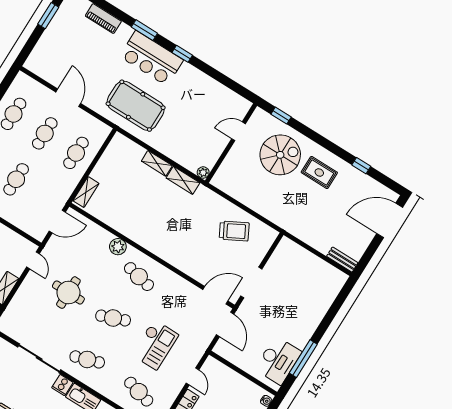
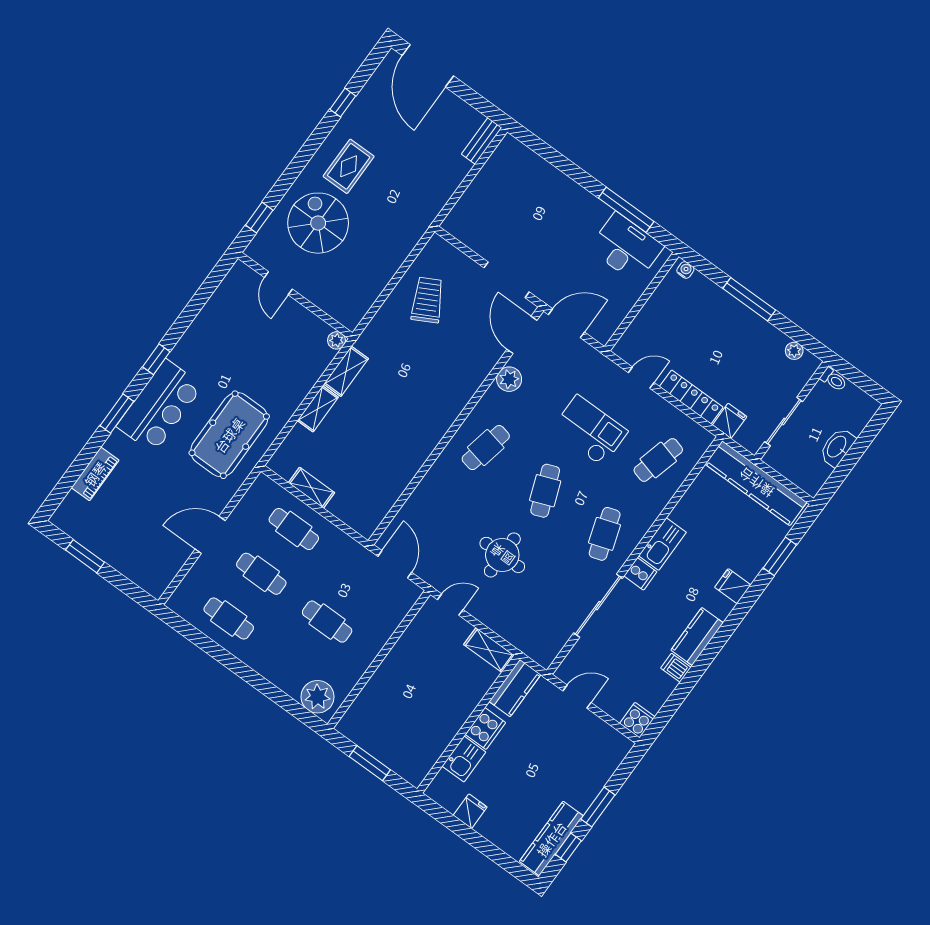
shelving: (86, 192) -> (312, 488), moved
plant: (118, 247) -> (509, 379), moved

